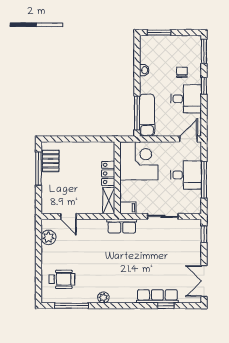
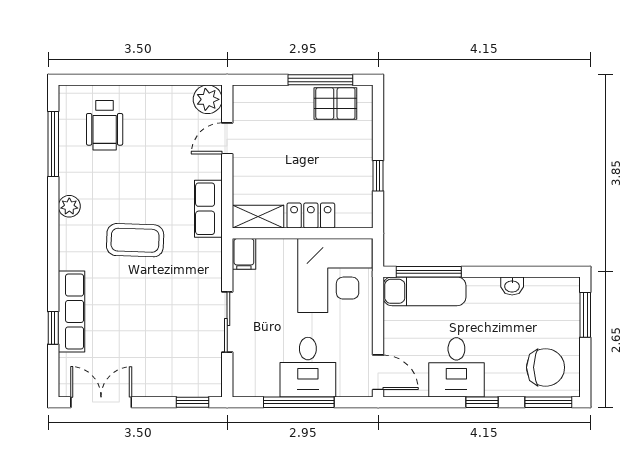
chair: (182, 72) -> (546, 367), moved, width x1.87, depth x1.87
window: (88, 139) -> (378, 176), added
row of seats: (122, 226) -> (208, 209), moved
plant: (48, 237) -> (208, 99), moved
coffee table: (121, 264) -> (135, 240), added

